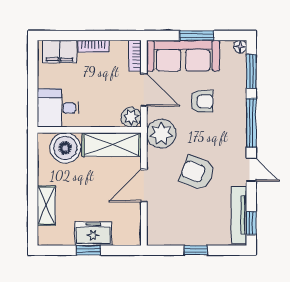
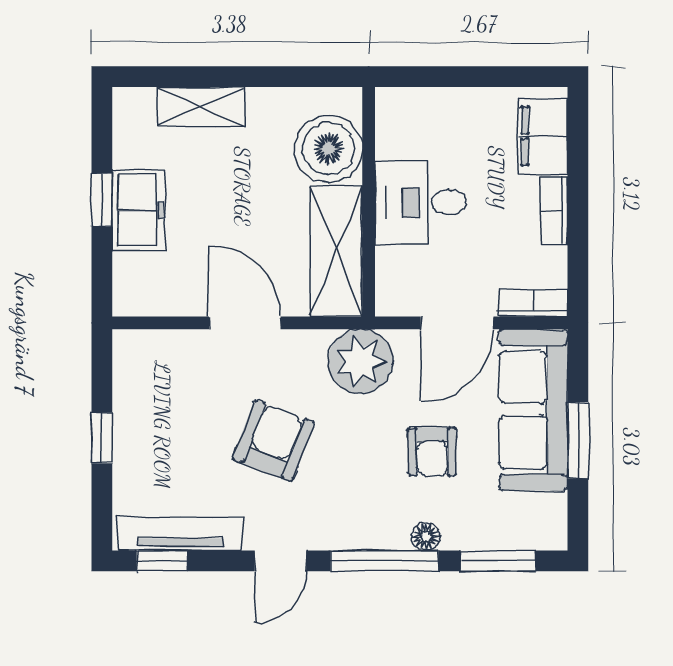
floor lamp: (240, 47) -> (426, 536), moved
desk: (58, 108) -> (420, 203), moved, turned -90
plant: (131, 117) -> (397, 295), removed

